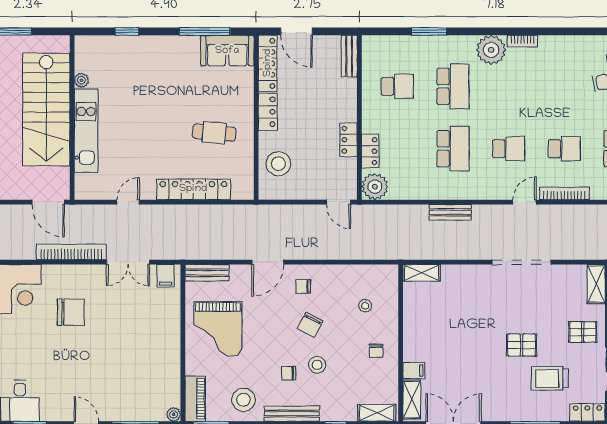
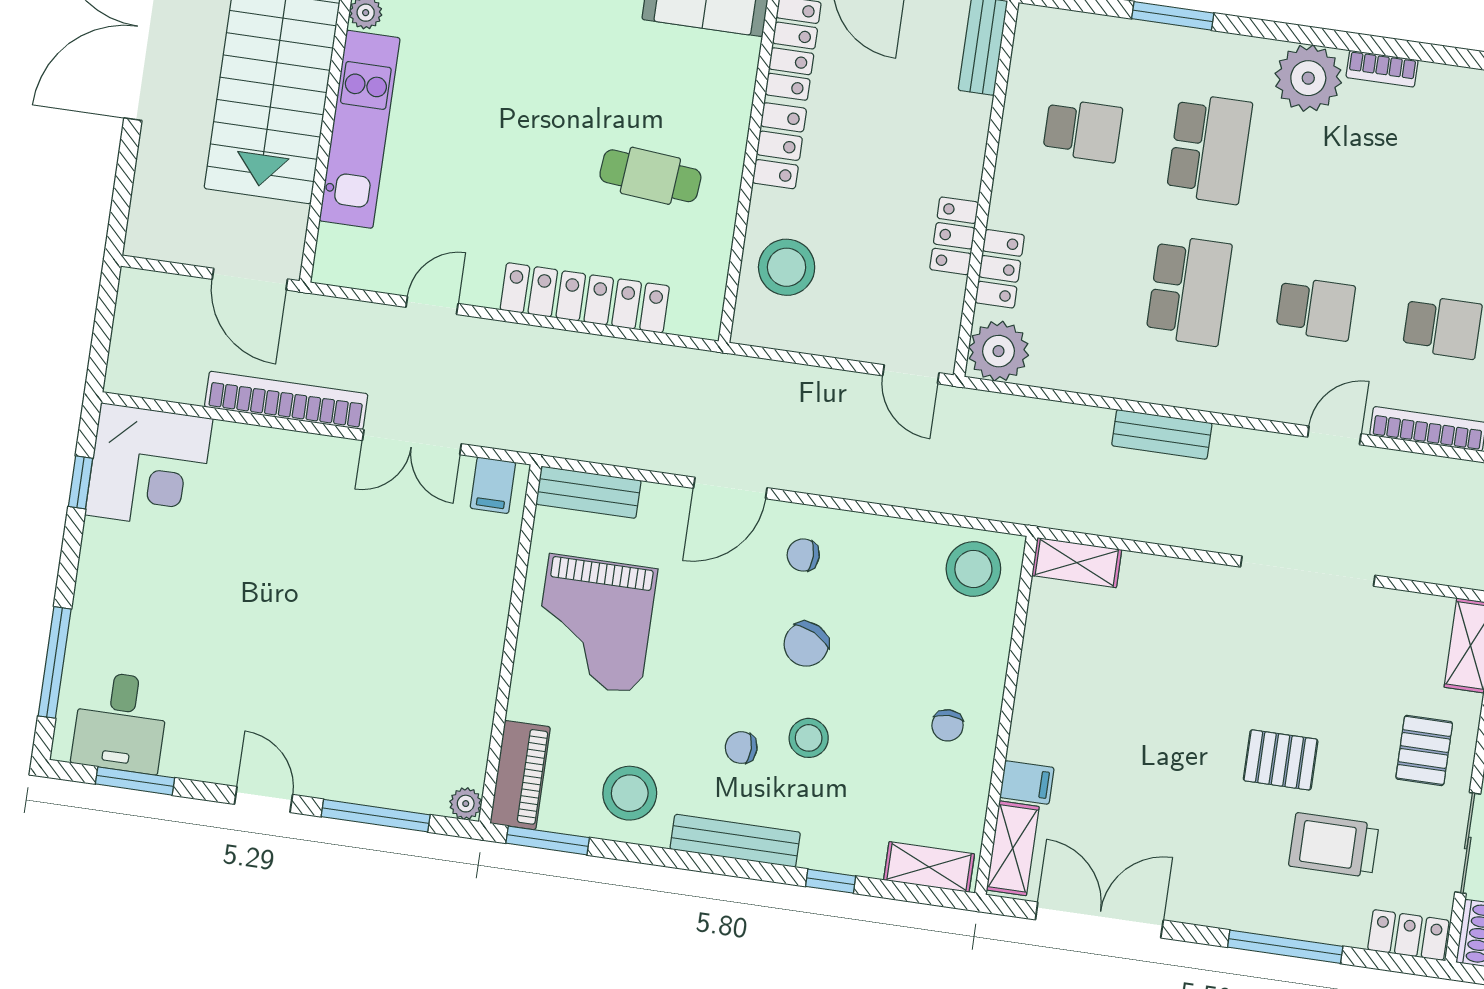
stool: (365, 306) -> (973, 569), moved, width x1.89, depth x1.89
chair: (71, 312) -> (265, 537), removed
pallet: (583, 332) -> (1424, 750), turned 90

